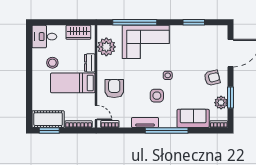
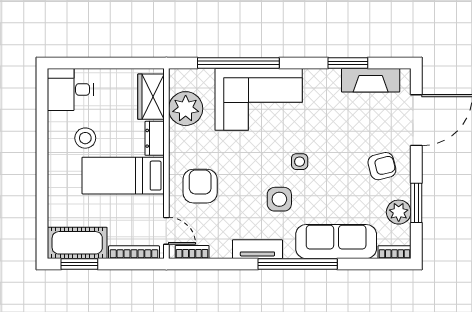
wardrobe: (78, 32) -> (151, 97), moved, turned 90
fireplace: (206, 32) -> (371, 80), added
sofa: (193, 118) -> (336, 242), width x1.36

